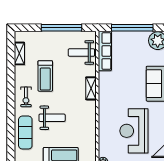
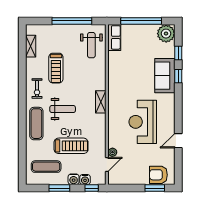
row of seats: (105, 51) -> (114, 37), width x0.68
weight bench: (81, 53) -> (91, 45), turned -90
shelving: (91, 88) -> (101, 102), moved

